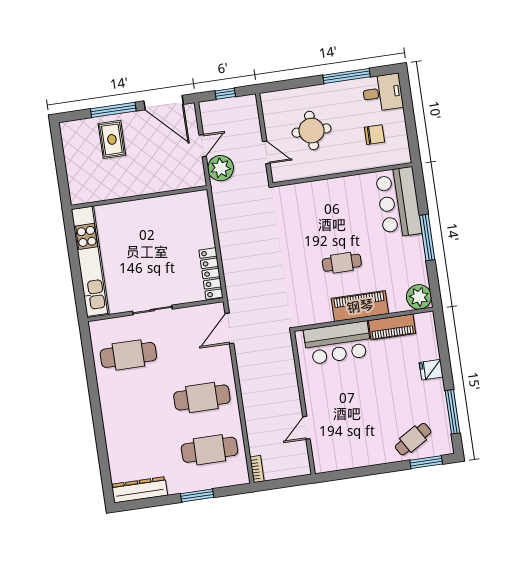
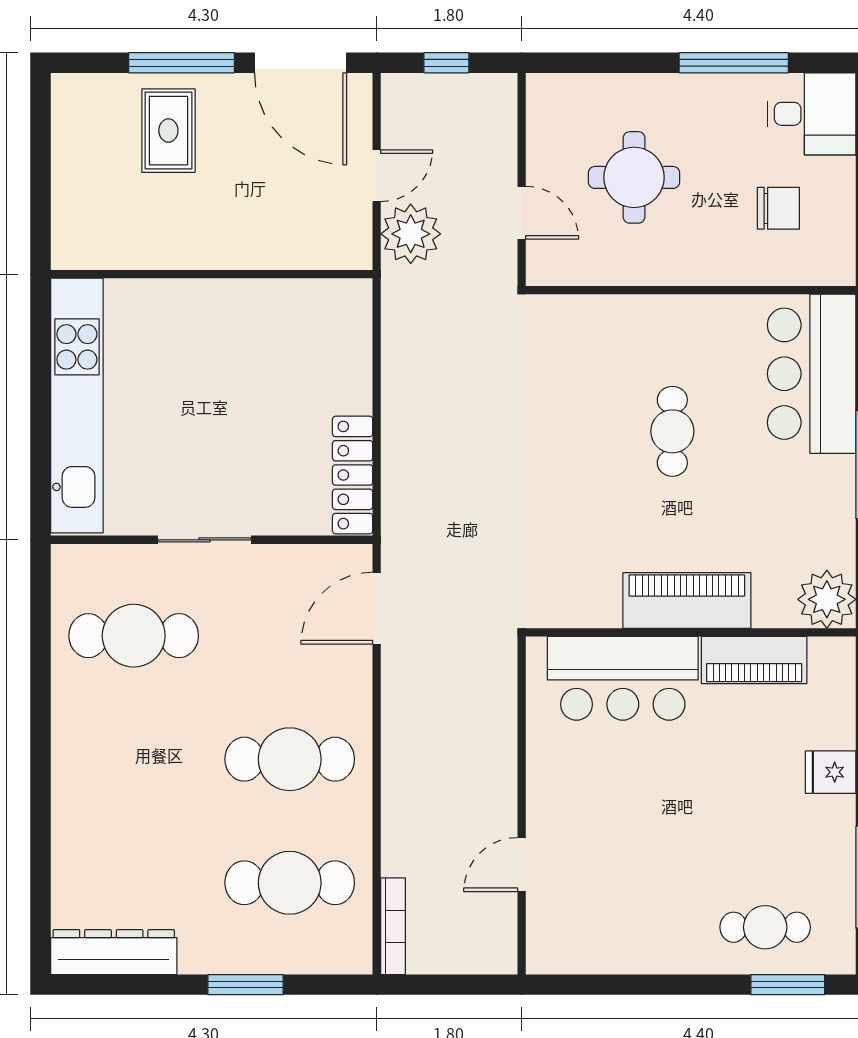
cafe table: (342, 263) -> (672, 431), moved, turned 90
cafe table: (413, 439) -> (765, 927), turned 31
bookcase: (257, 469) -> (393, 926), width x1.56

